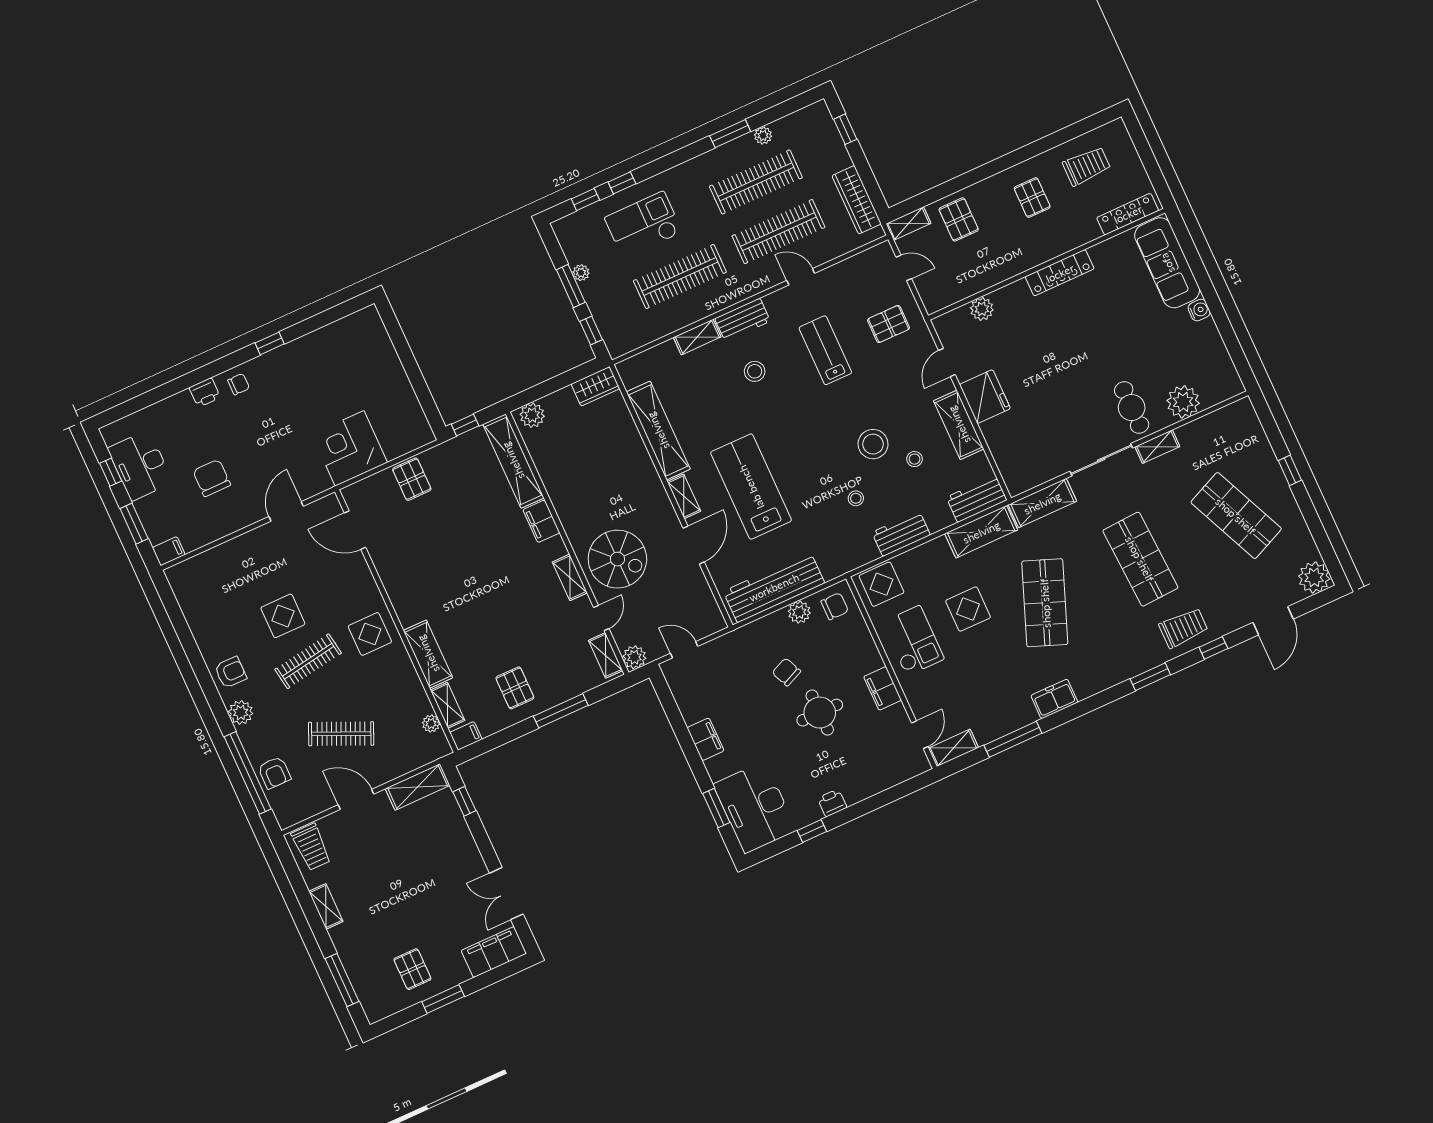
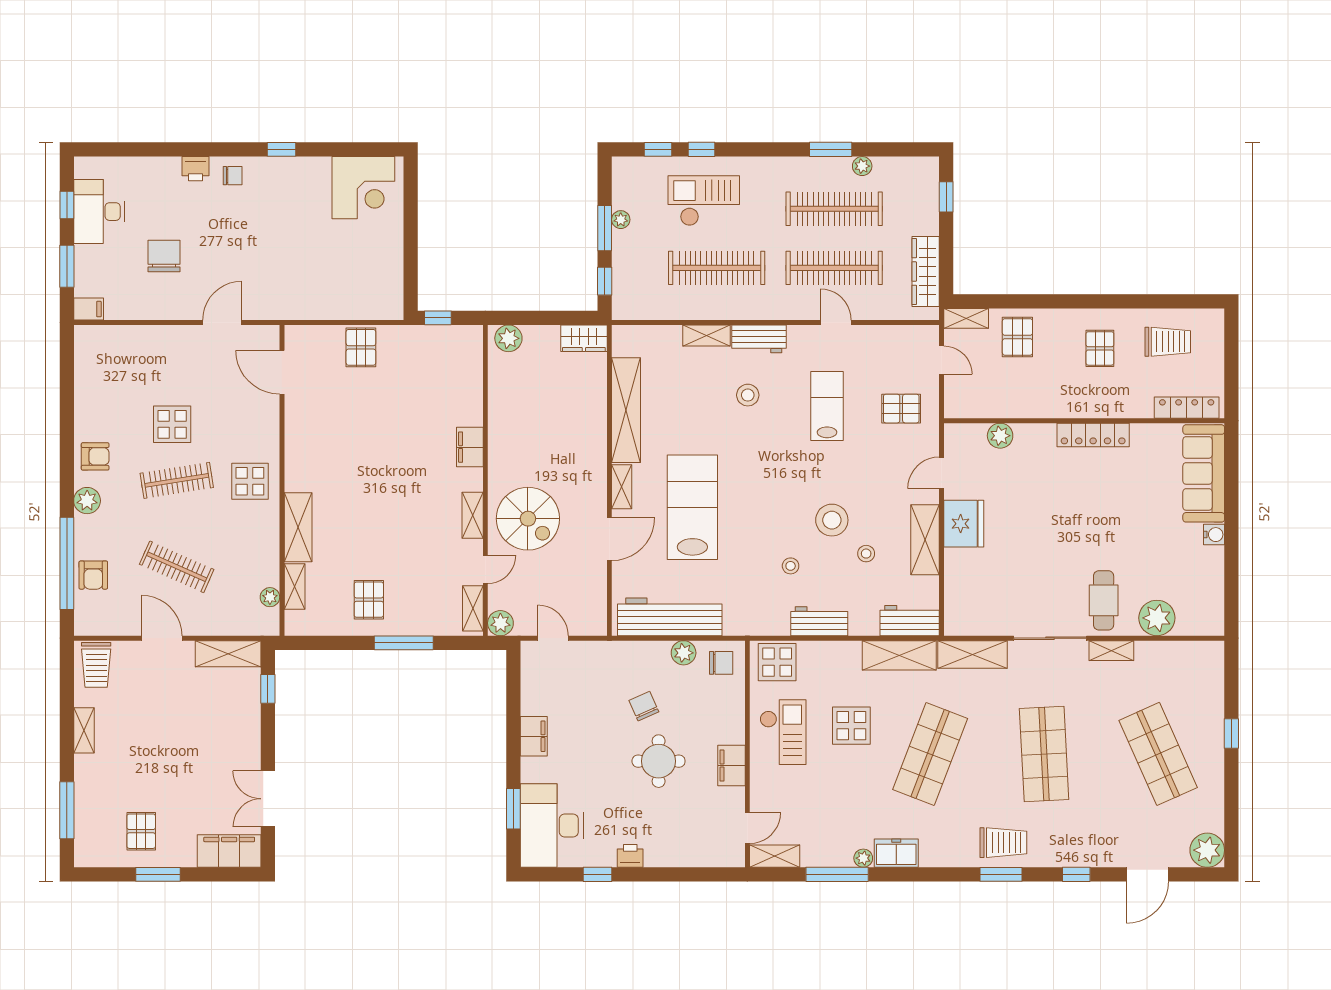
corner desk: (350, 448) -> (363, 188), moved, turned 180
shelving: (513, 461) -> (469, 375), removed
trolley: (1183, 628) -> (1003, 843), moved
plant: (1029, 716) -> (863, 858), added
filing cabinet: (466, 736) -> (299, 625), removed

